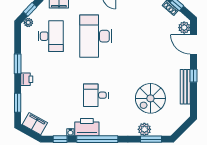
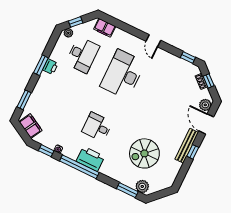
printer: (27, 79) -> (50, 67), moved
bench: (185, 87) -> (187, 146), moved
printer: (87, 127) -> (90, 159), moved
plant: (144, 129) -> (142, 186), moved

